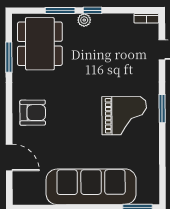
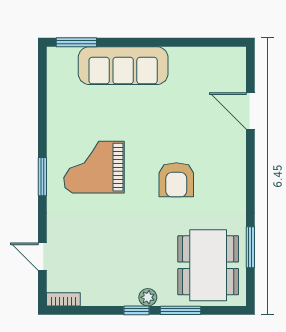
armchair: (33, 113) -> (176, 180), moved, turned -90
sofa: (91, 187) -> (123, 66), width x0.74, depth x0.79

